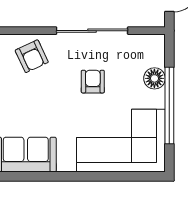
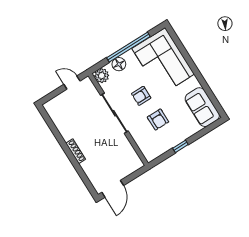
plant: (154, 45) -> (102, 76), added
armchair: (32, 56) -> (158, 120), moved, turned 115

